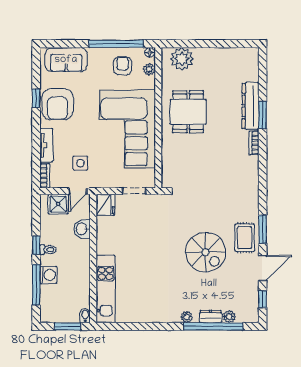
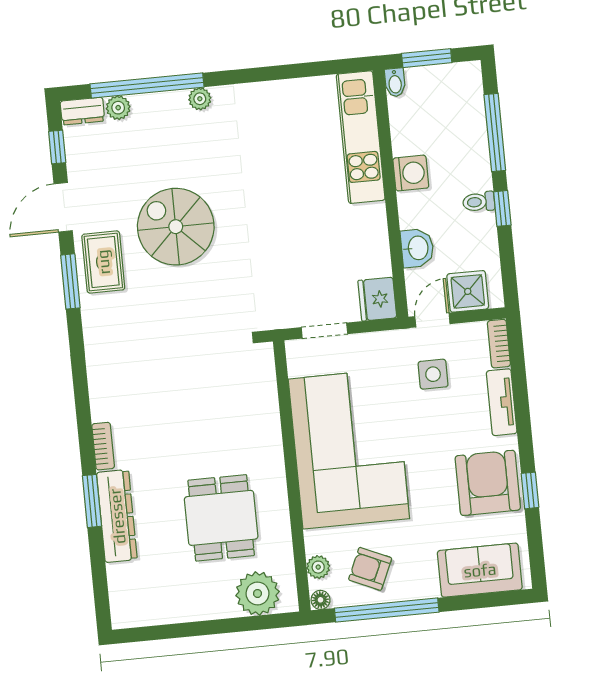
armchair: (123, 66) -> (370, 569), turned 114
dining table: (188, 112) -> (221, 518), moved
washing machine: (48, 275) -> (411, 173), moved, turned 180
dresser: (211, 317) -> (82, 111), moved

